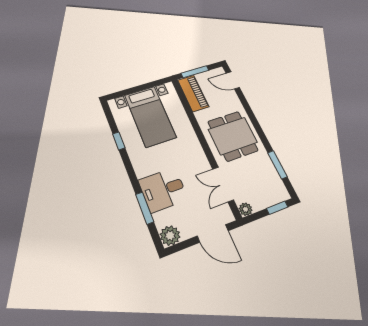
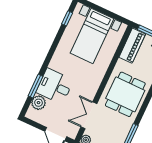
window: (119, 141) -> (67, 18), moved
plant: (170, 236) -> (38, 103), moved

